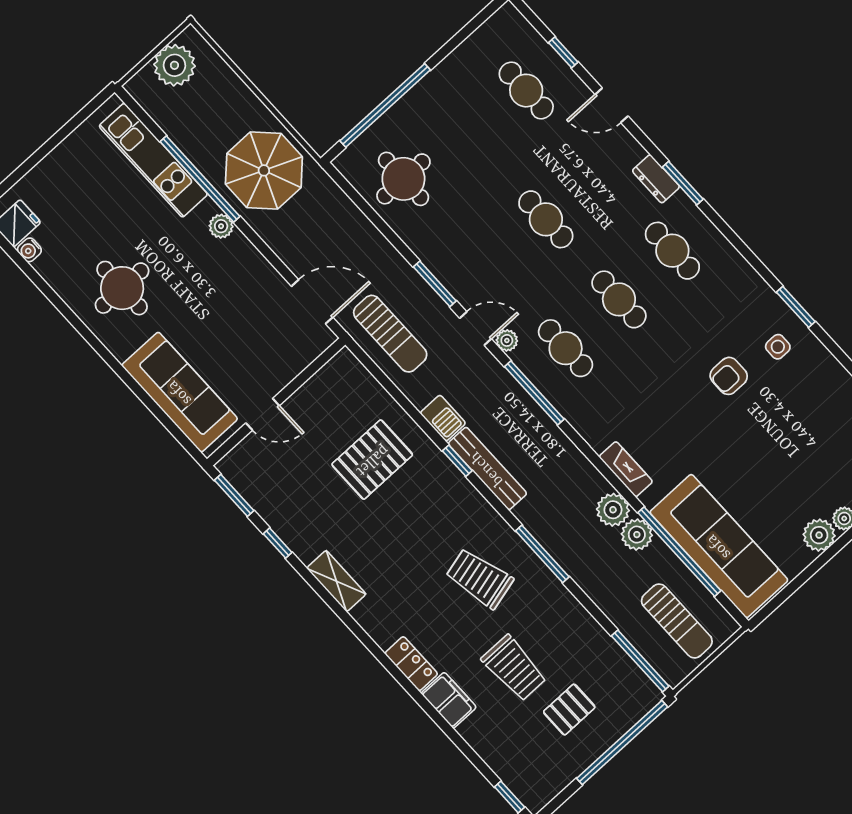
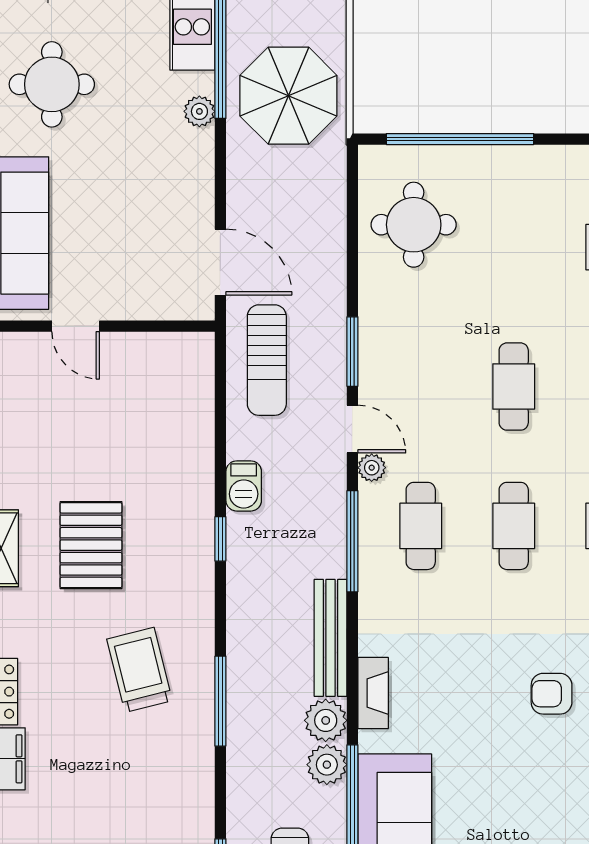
pallet: (372, 460) -> (91, 545), moved, turned 90
bench: (487, 468) -> (331, 638), moved
trolley: (514, 668) -> (94, 785), removed

